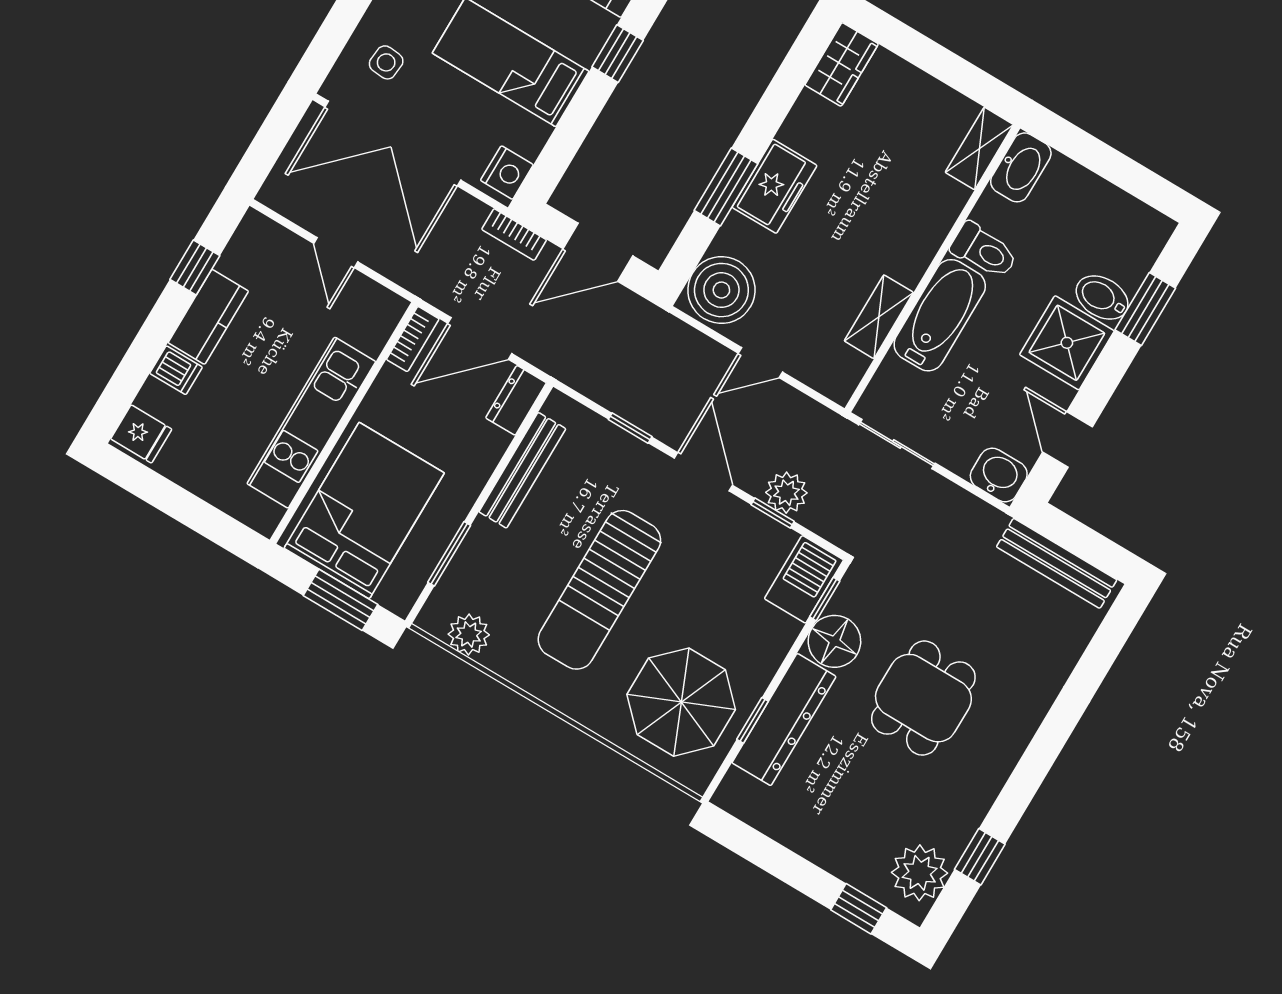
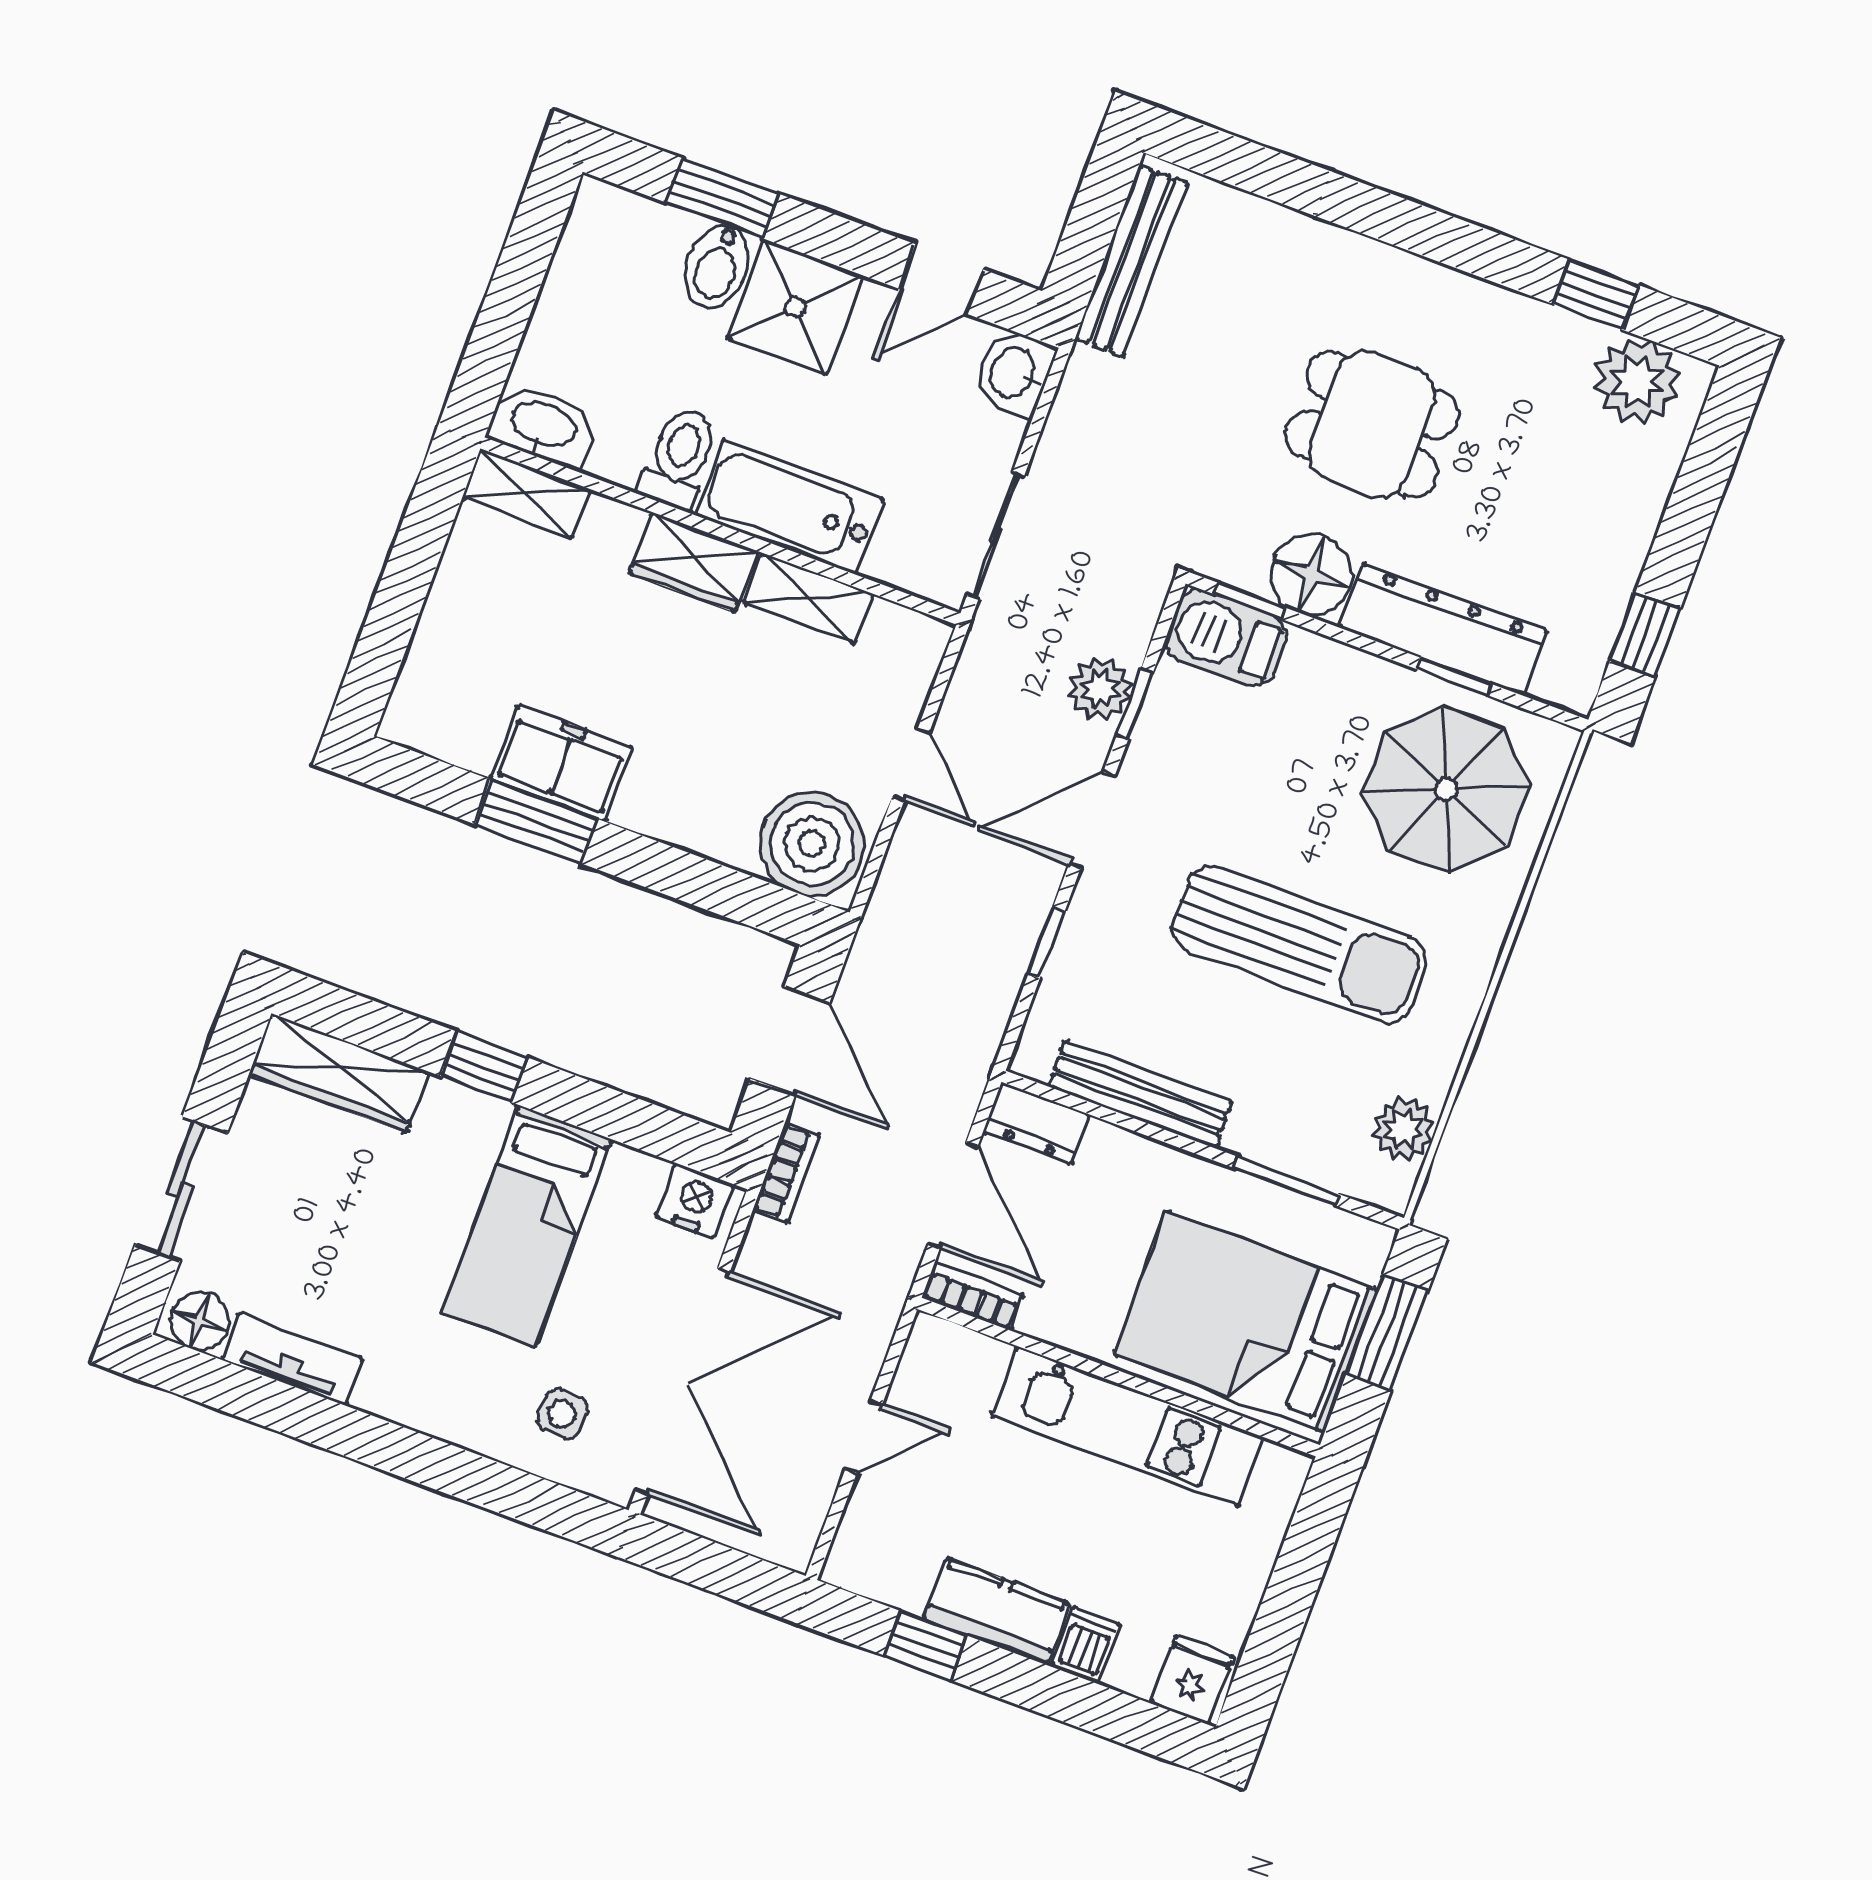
wardrobe: (842, 64) -> (693, 562), moved, turned 180
freezer: (774, 186) -> (561, 763), moved
window: (726, 187) -> (536, 821), moved
window: (859, 909) -> (1645, 635), moved

